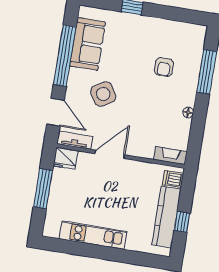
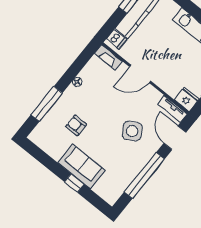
sofa: (88, 44) -> (81, 166), moved, turned 90
armchair: (164, 67) -> (76, 125), turned -90
door: (110, 154) -> (140, 74), moved

